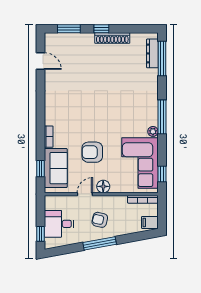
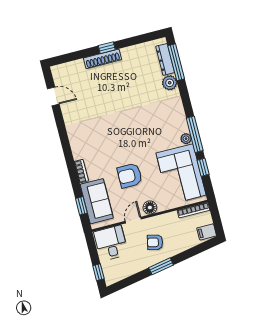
window: (69, 29) -> (74, 56), removed
shoe rack: (112, 38) -> (103, 59), moved
plant: (151, 76) -> (170, 83), added
window: (162, 117) -> (195, 134), moved
window: (162, 174) -> (203, 167), moved
desk: (59, 224) -> (111, 243), moved, turned 90
window: (100, 243) -> (161, 266), width x0.69

